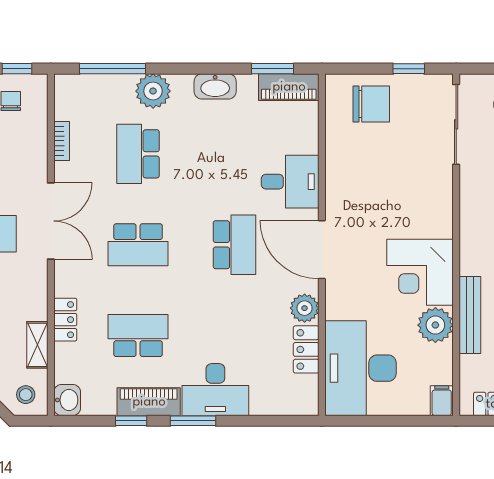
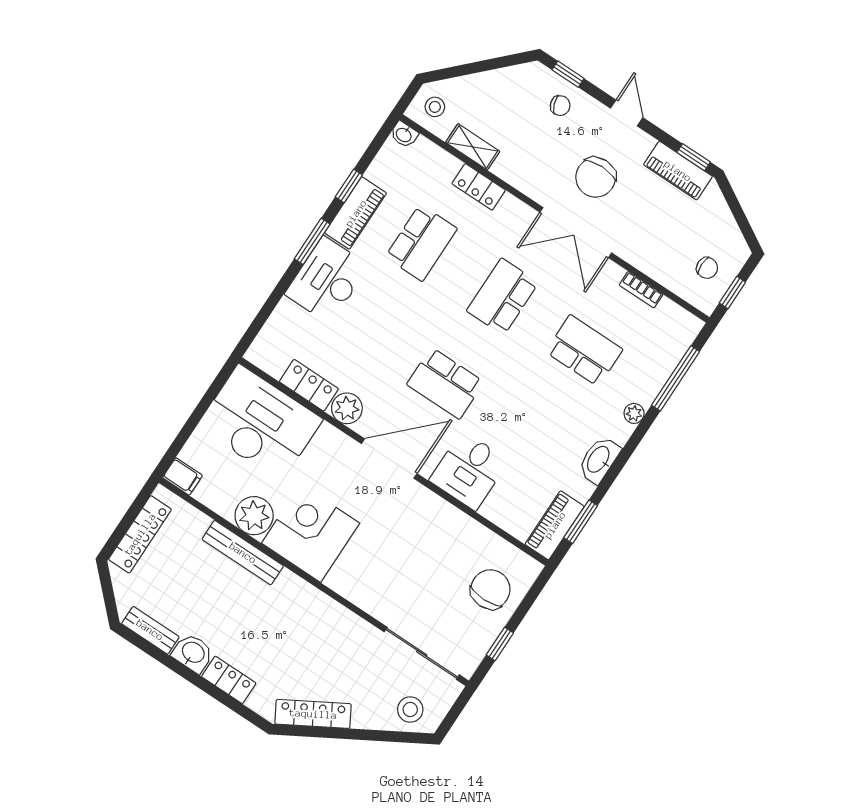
plant: (153, 91) -> (634, 413), width x0.53, depth x0.53
chair: (371, 104) -> (490, 589), turned 180
washbasin: (67, 400) -> (404, 135), width x0.72, depth x0.69

